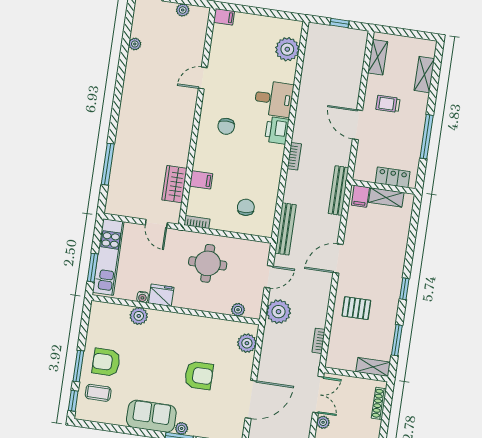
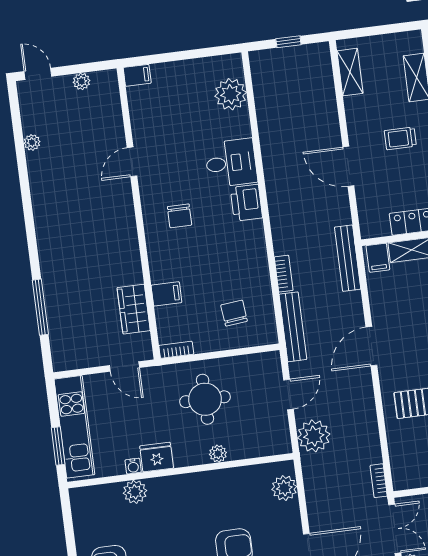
trolley: (388, 104) -> (400, 138), moved
bookcase: (294, 156) -> (284, 274), moved
plant: (238, 310) -> (218, 454), moved
bookcase: (319, 341) -> (379, 481), moved

